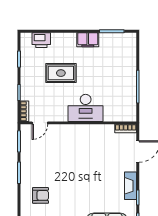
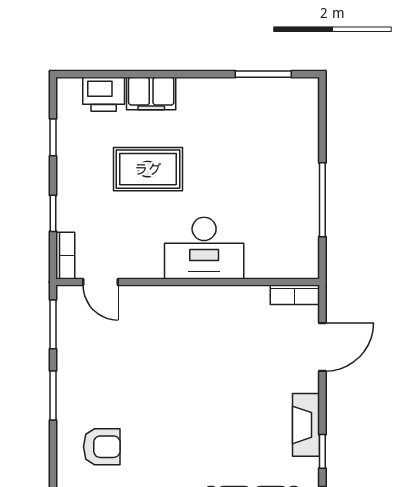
filing cabinet: (88, 40) -> (151, 93), moved
door: (40, 123) -> (100, 282), hinge flipped

